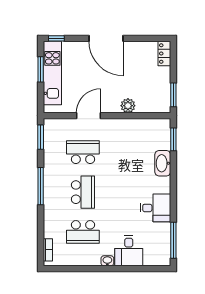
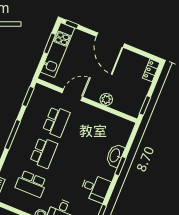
window: (173, 139) -> (120, 166), moved
school desk: (83, 152) -> (56, 122), turned 90

